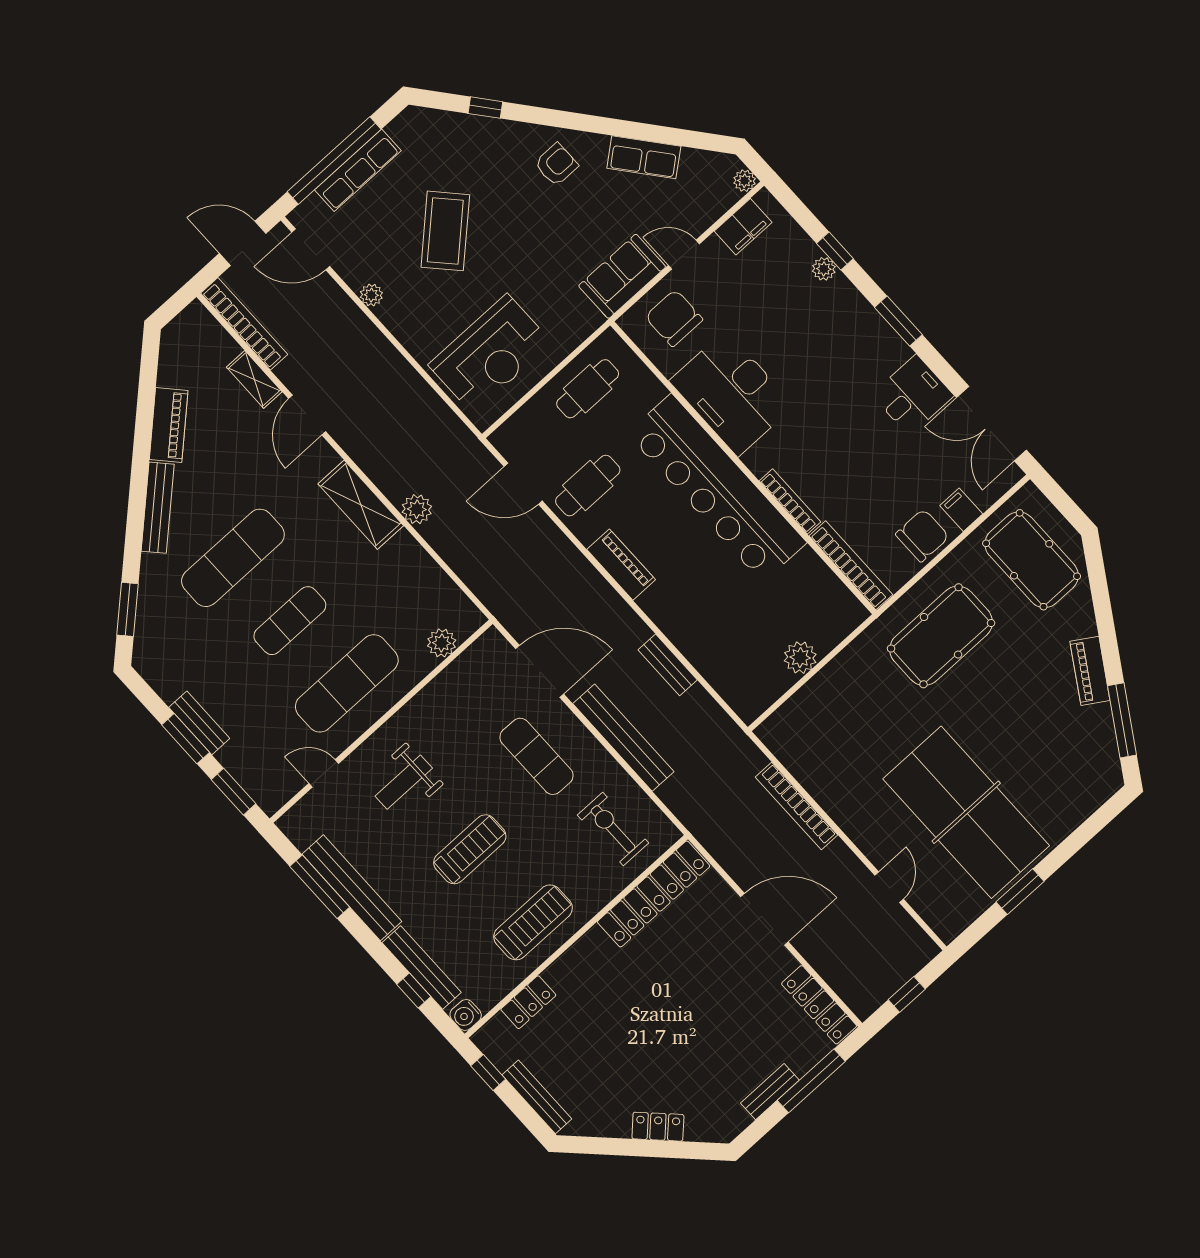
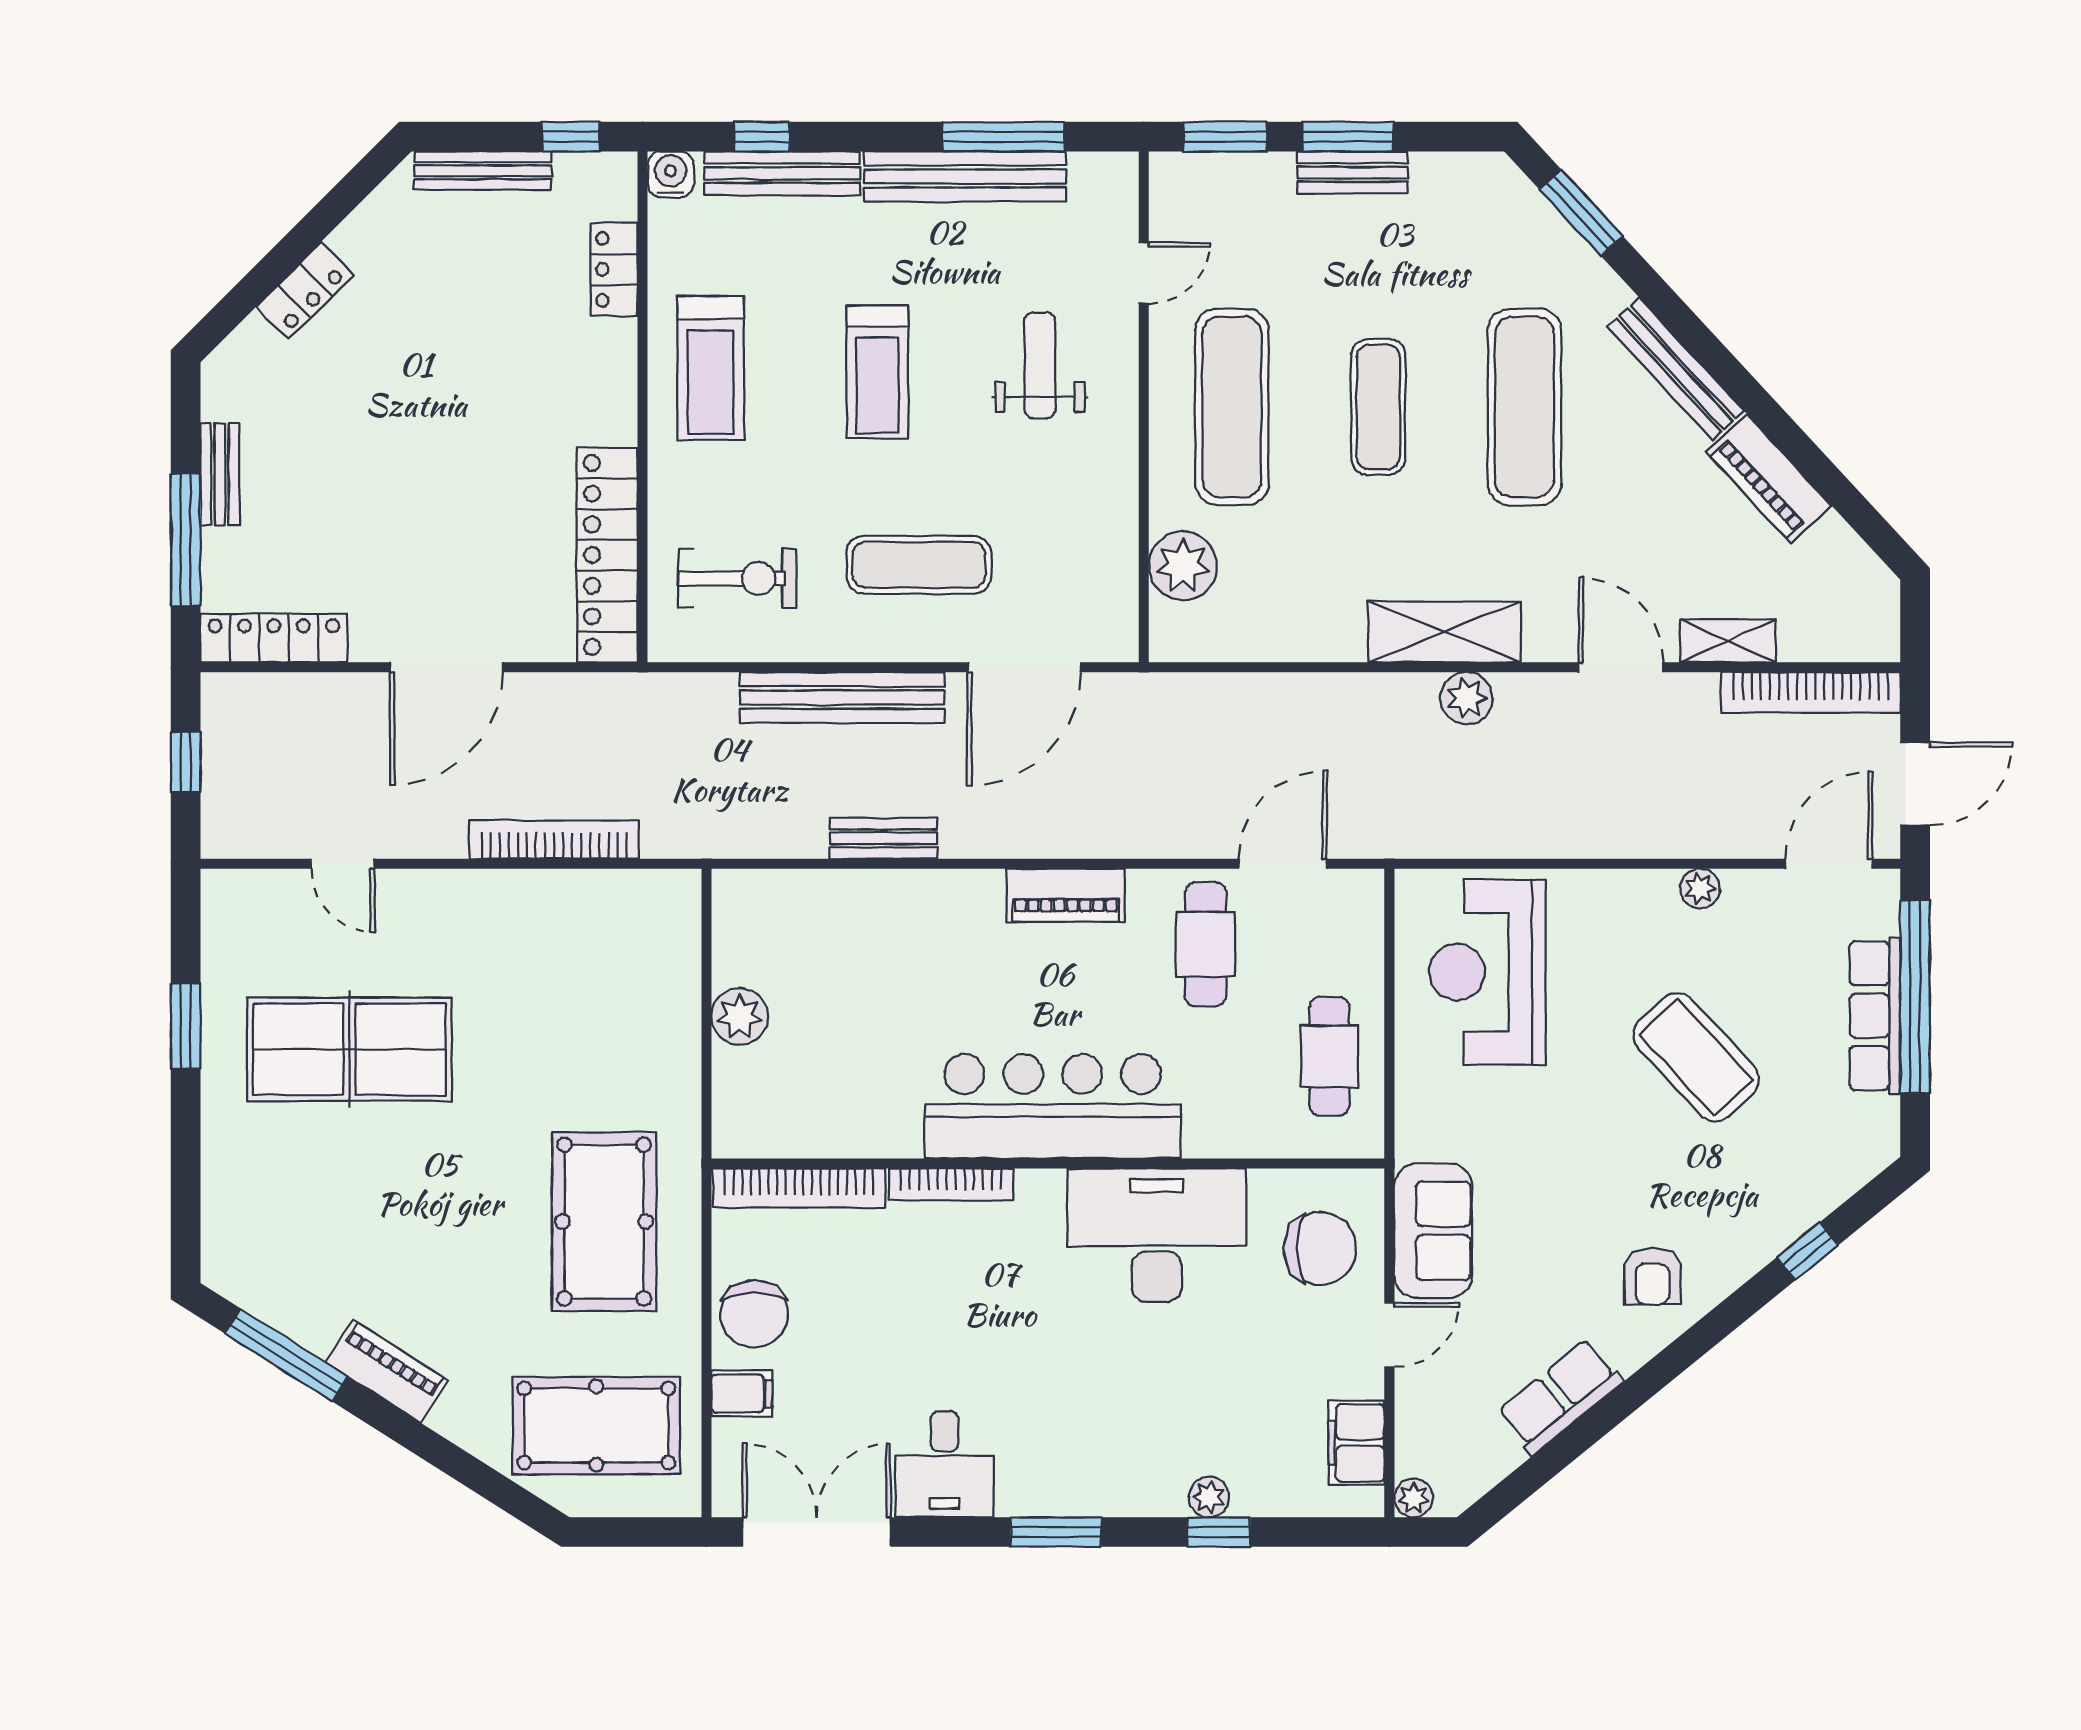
bar counter: (717, 488) -> (1053, 1106), width x0.73
plant: (417, 509) -> (1467, 698), moved
plant: (442, 643) -> (1183, 566), width x1.36, depth x1.36
table tennis table: (966, 812) -> (349, 1049), width x0.73, depth x0.76

